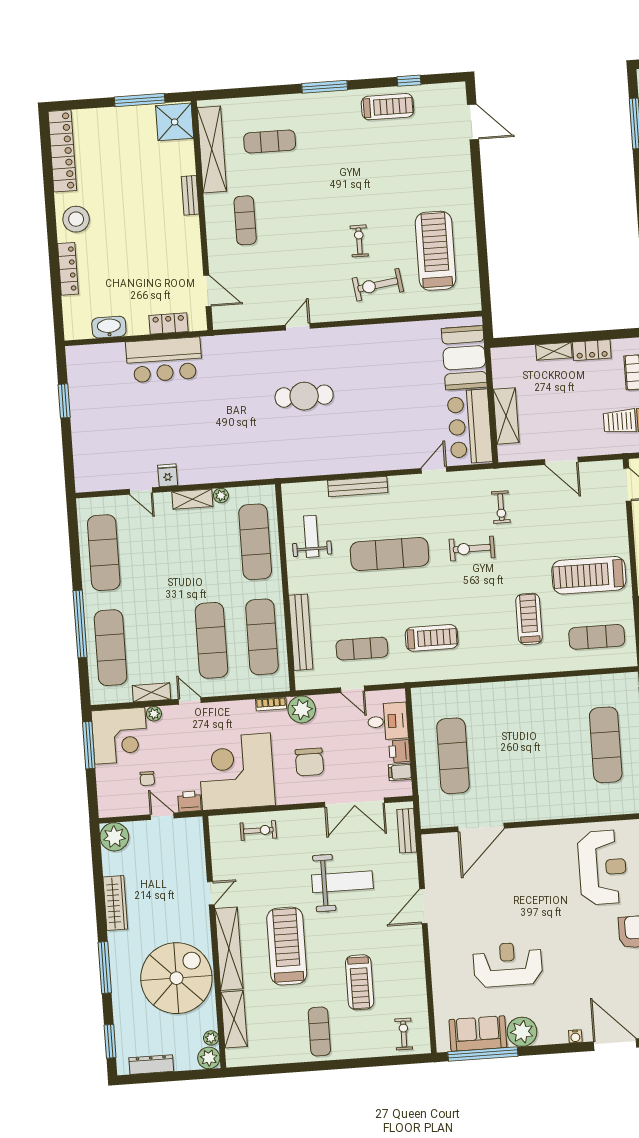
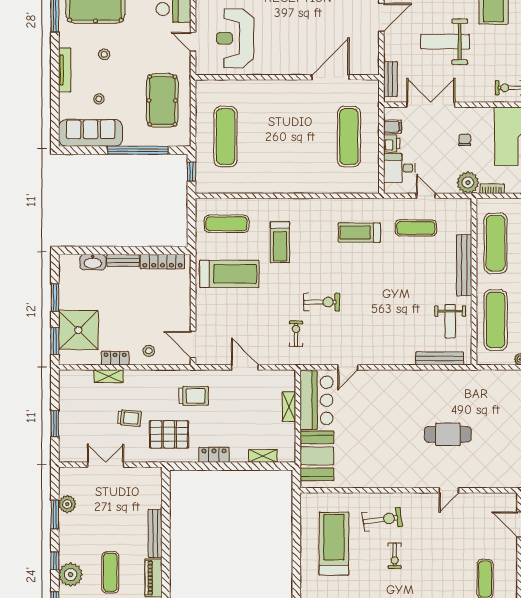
treadmill: (435, 251) -> (334, 544), turned 180
shelving: (554, 351) -> (263, 456), moved
shelving: (506, 416) -> (289, 407), width x0.67, depth x0.75
bench: (358, 487) -> (440, 358), moved
exercise mat: (390, 554) -> (388, 302), removed
bench: (301, 632) -> (464, 265), moved
chair: (309, 762) -> (465, 140), width x0.54, depth x0.54

